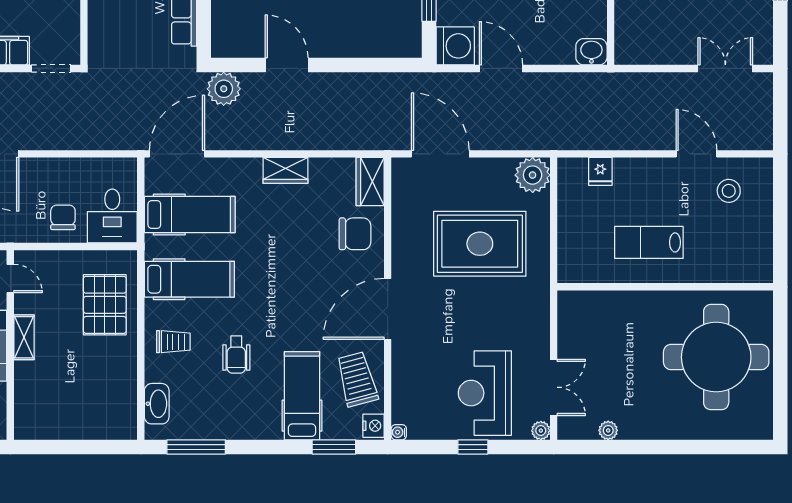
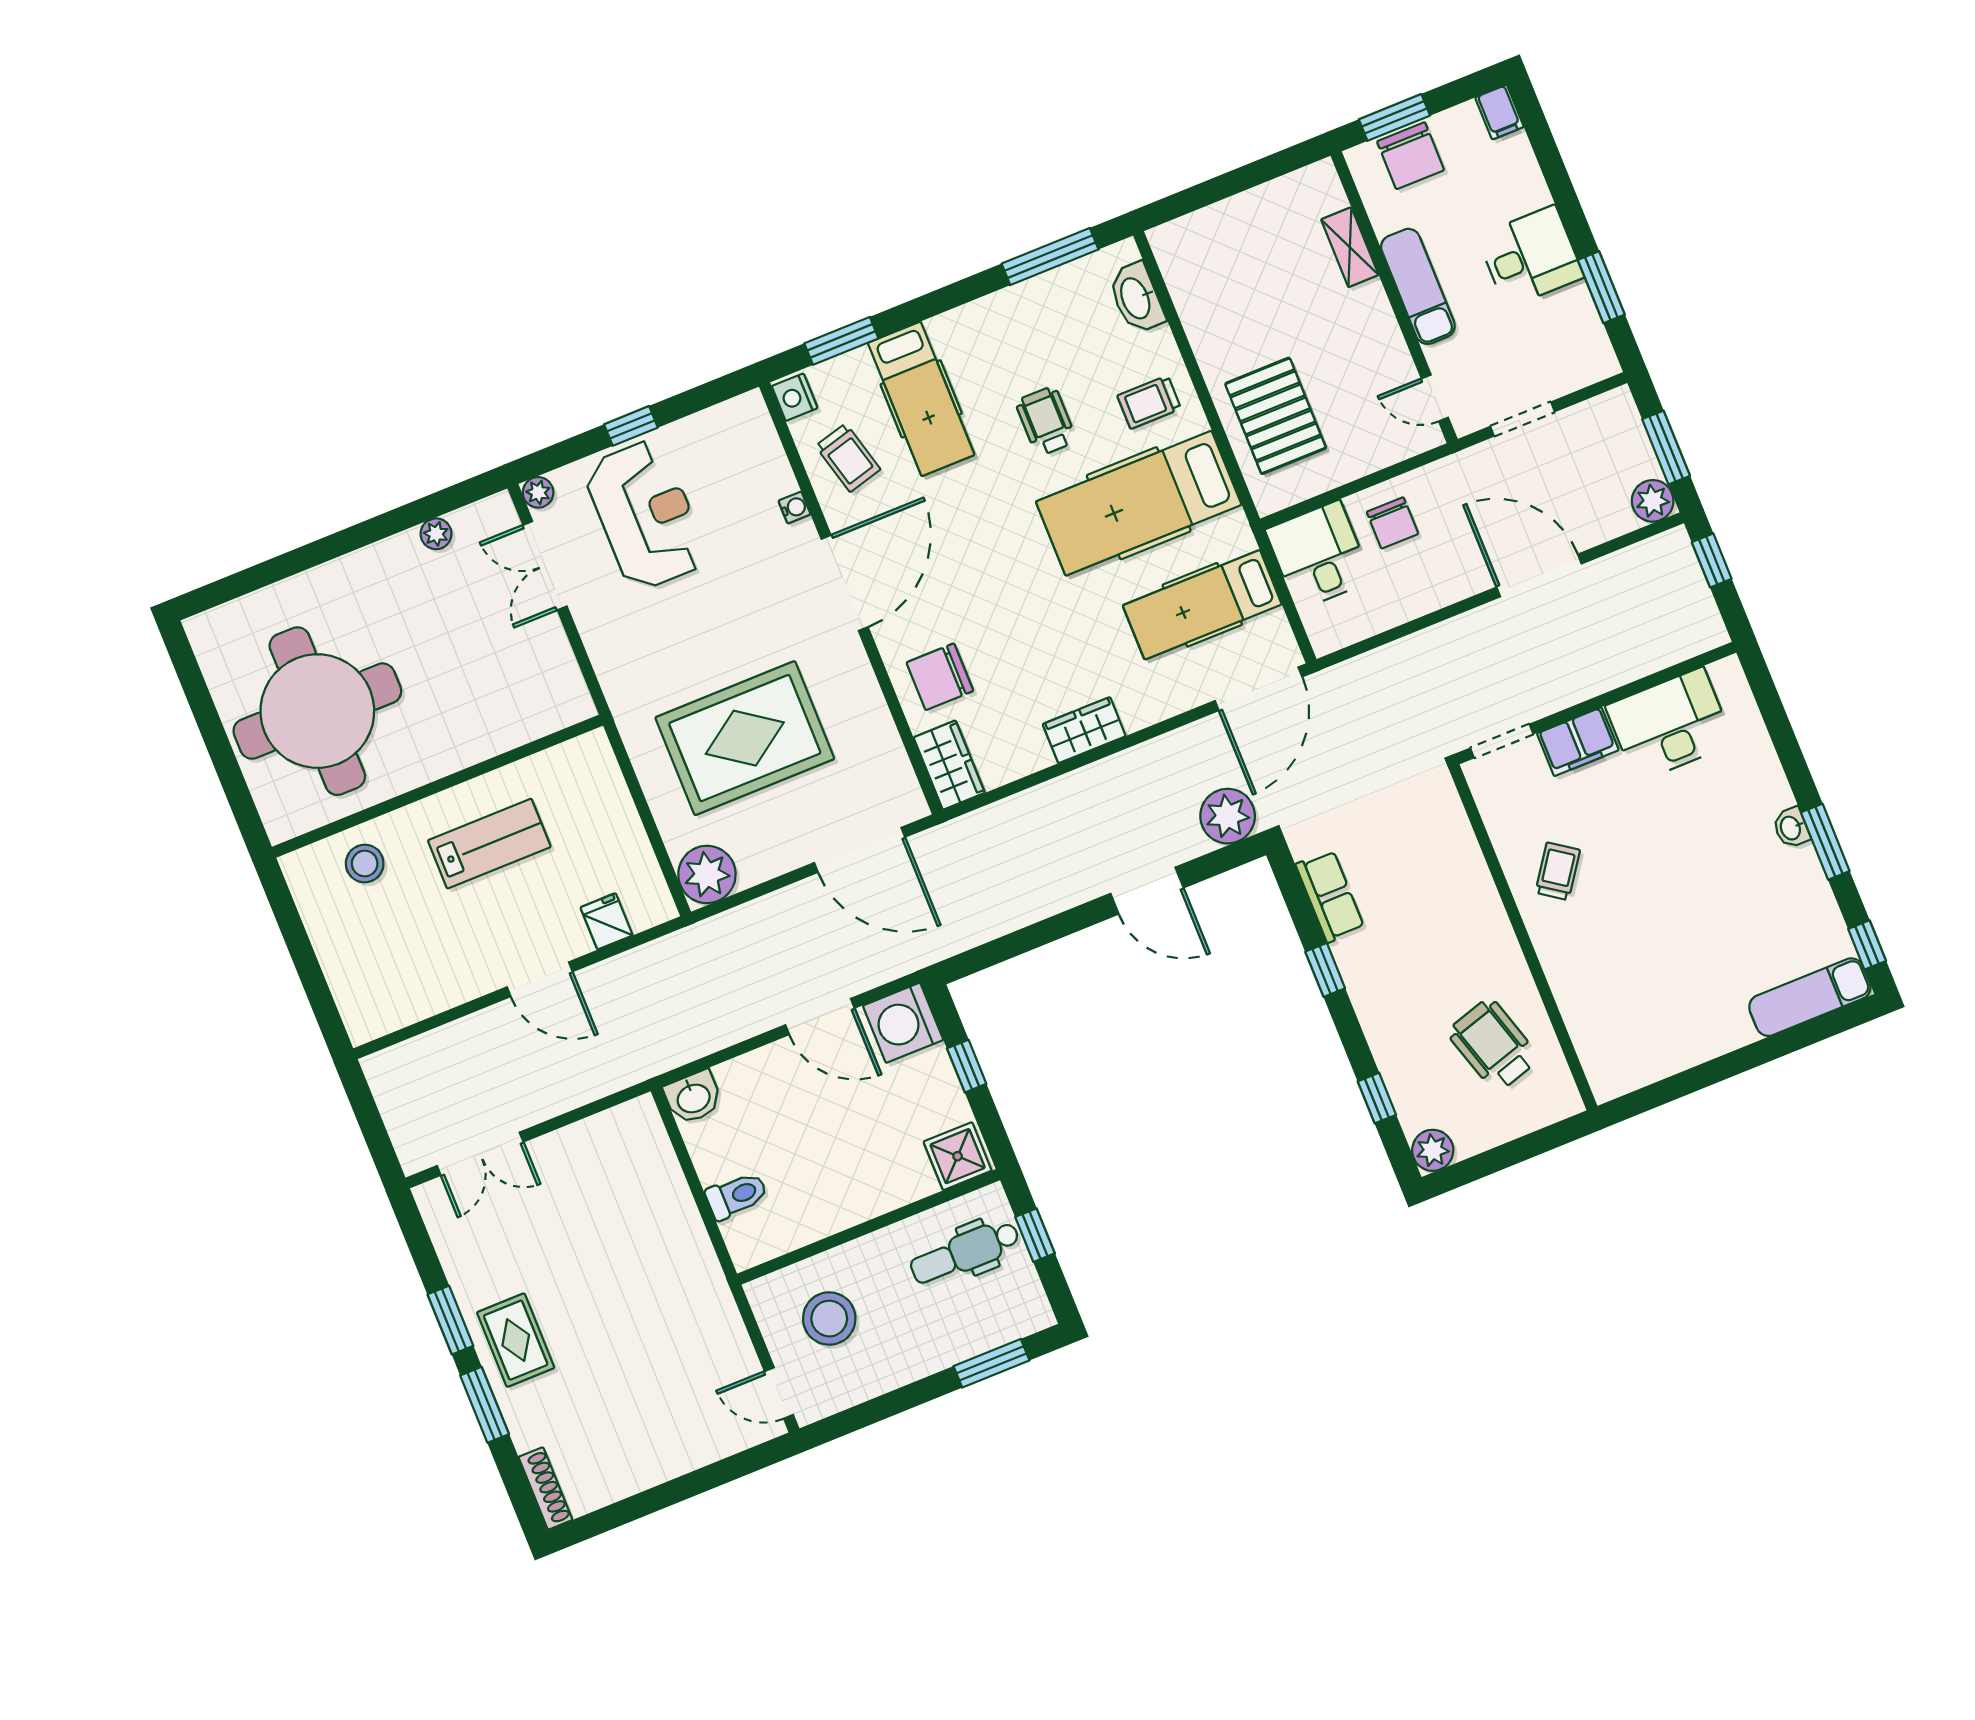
door: (696, 154) -> (540, 979), moved
stool: (729, 191) -> (365, 864), moved
hospital bed: (189, 279) -> (1139, 503), width x1.37, depth x1.29
shelving: (24, 337) -> (1350, 247), moved
trolley: (357, 379) -> (848, 458), width x0.73, depth x0.72
water cooler: (399, 432) -> (794, 508), moved

